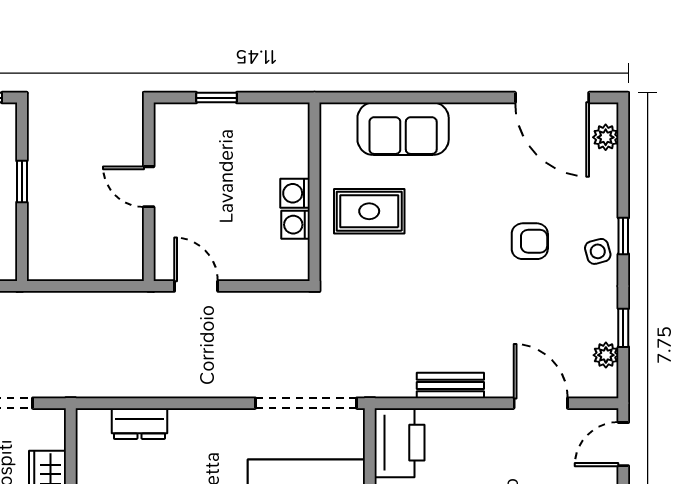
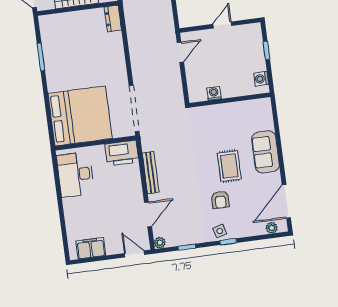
sofa: (403, 129) -> (266, 152), moved
washing machine: (295, 193) -> (261, 79), moved, turned -90
rug: (369, 211) -> (229, 166), moved
plant: (606, 355) -> (160, 243), moved
bench: (450, 385) -> (151, 173), width x1.36
dresser: (139, 424) -> (113, 19), moved

